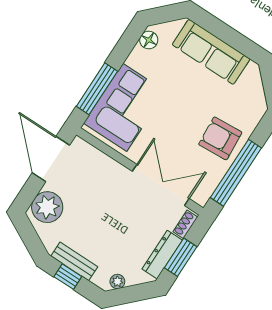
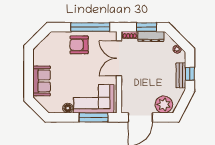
floor lamp: (149, 40) -> (68, 108), moved
sofa: (211, 52) -> (42, 81), width x0.73
armchair: (220, 138) -> (79, 45), turned 94

